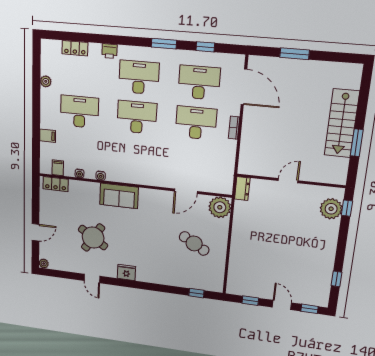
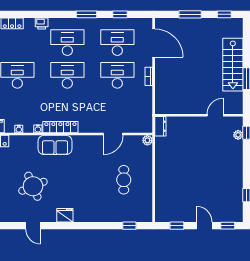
window: (340, 57) -> (224, 14), added
locker: (126, 176) -> (60, 127), added
door: (288, 181) -> (215, 115), moved
plant: (220, 207) -> (147, 140), width x0.53, depth x0.53
plant: (331, 209) -> (238, 135), width x0.53, depth x0.53
round table: (93, 238) -> (33, 186), turned 34
cafe table: (194, 243) -> (124, 180), turned 60

